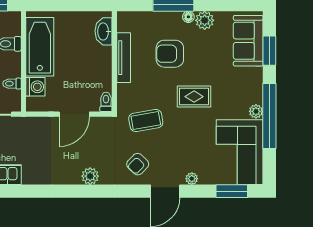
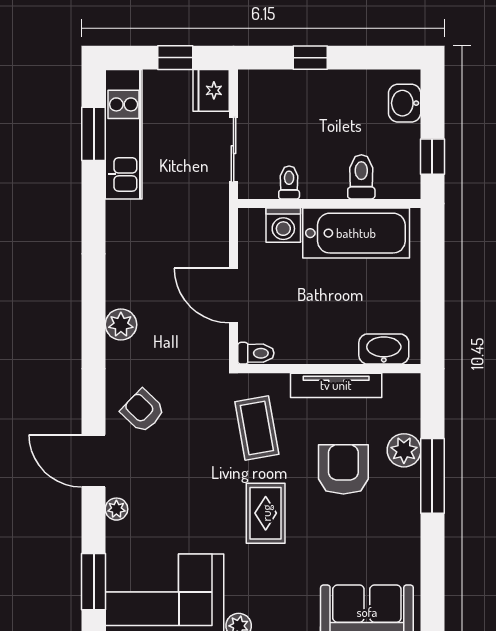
floor lamp: (188, 17) -> (410, 503), removed
plant: (205, 20) -> (404, 450), moved
coffee table: (146, 121) -> (257, 428), moved

